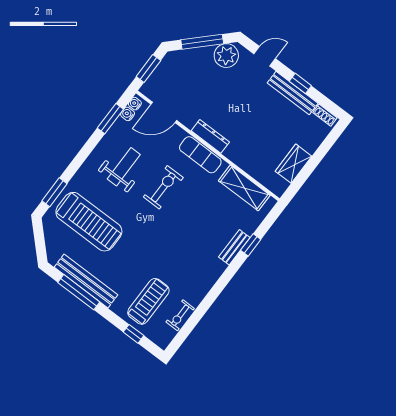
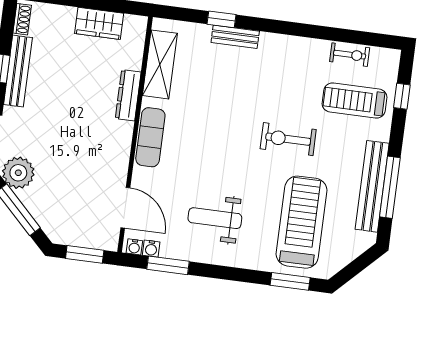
dresser: (210, 136) -> (128, 95), moved
exercise bike: (163, 187) -> (288, 139), moved

